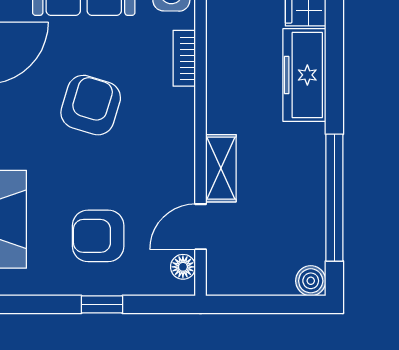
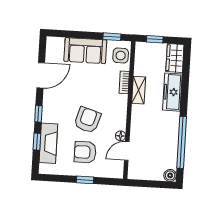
armchair: (91, 105) -> (87, 120), moved
shelving: (221, 168) -> (139, 90), moved
floor lamp: (183, 267) -> (121, 136), moved

